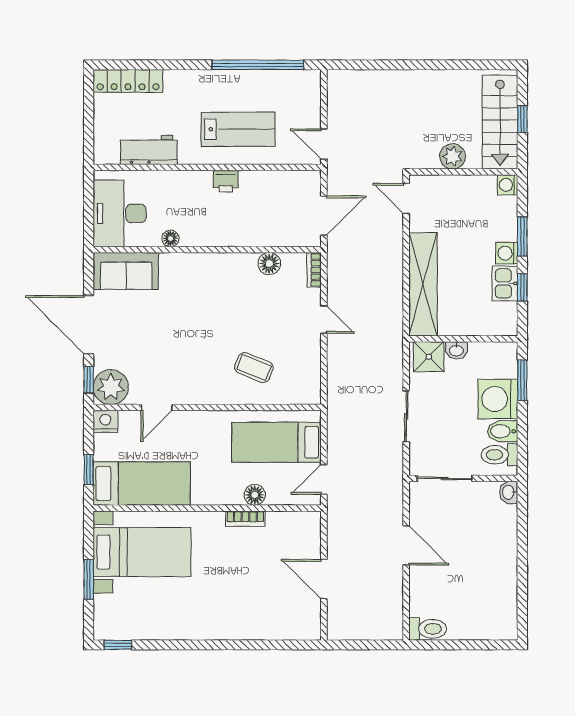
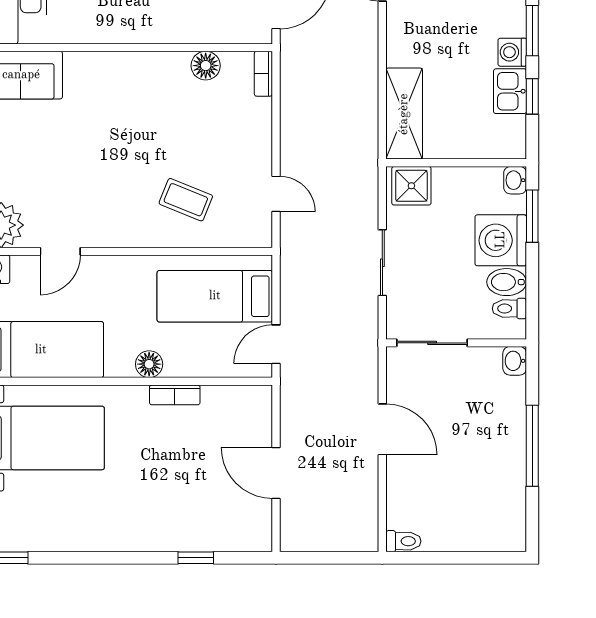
floor lamp: (171, 238) -> (78, 33), removed
shelving: (423, 284) -> (404, 114), width x0.68
door: (324, 319) -> (276, 194), moved
washbasin: (456, 350) -> (515, 180), moved, turned 90
toilet: (499, 455) -> (509, 309), width x0.73, depth x0.72
floor lamp: (255, 495) -> (149, 364), moved
window: (522, 558) -> (532, 446), added
toilet: (428, 629) -> (403, 541), width x0.73, depth x0.72
window: (262, 645) -> (196, 558), added

